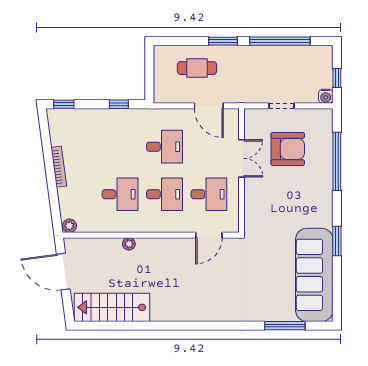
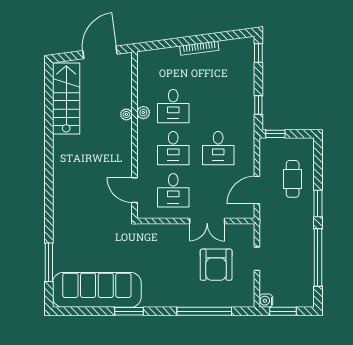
window: (337, 78) -> (283, 311), width x1.50
window: (149, 86) -> (275, 134), added
plant: (69, 226) -> (143, 113), moved

